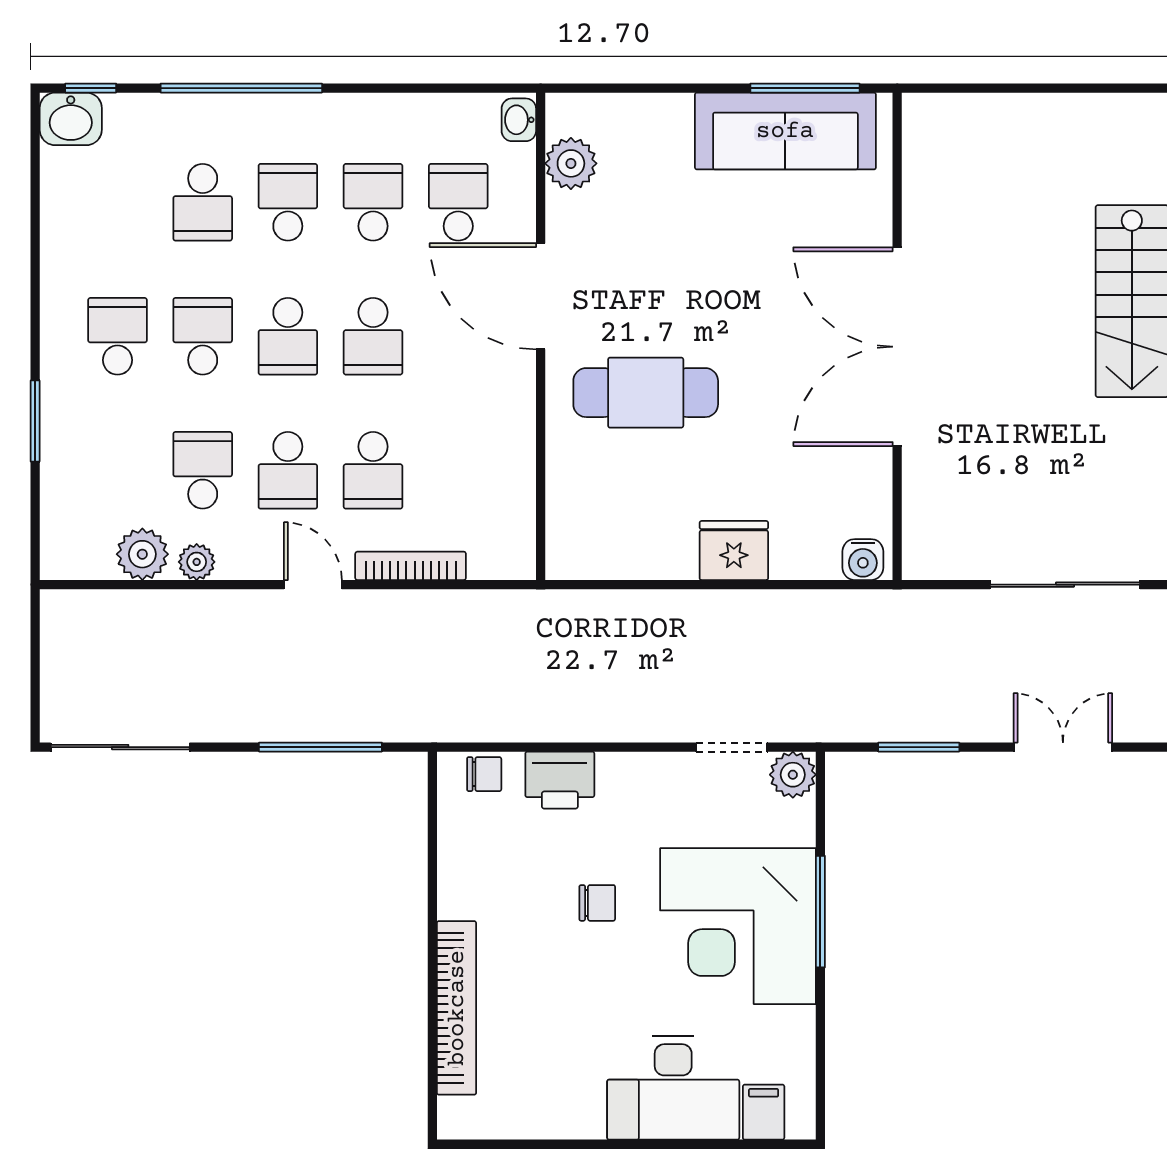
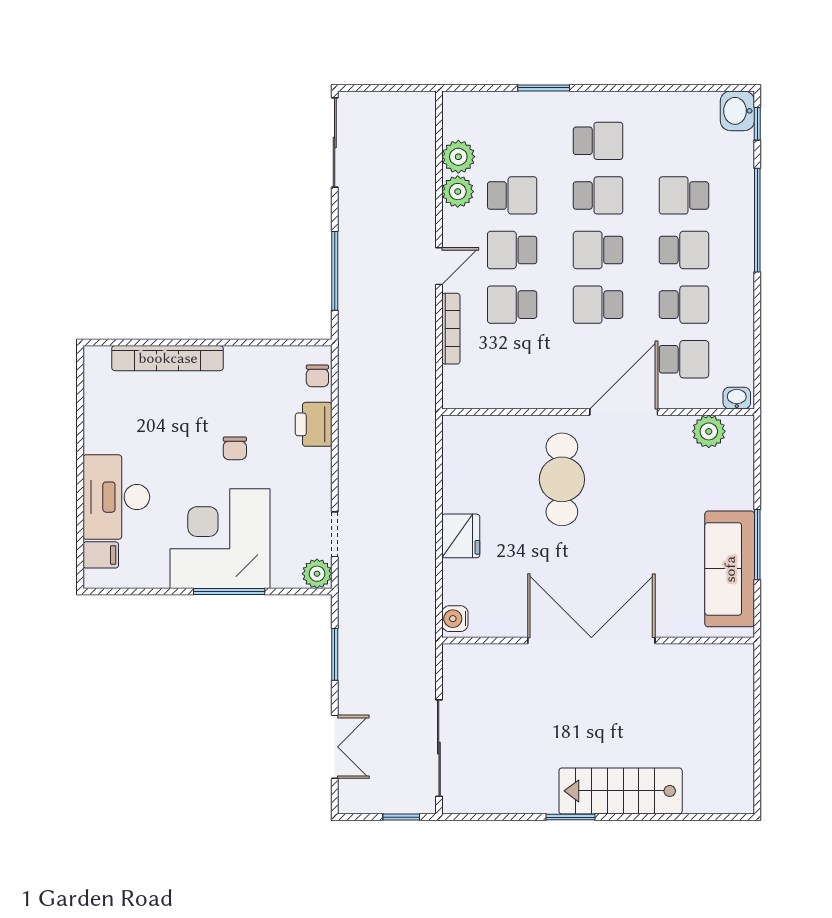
window: (805, 88) -> (757, 545), moved
plant: (197, 562) -> (458, 192), width x1.38, depth x1.38

